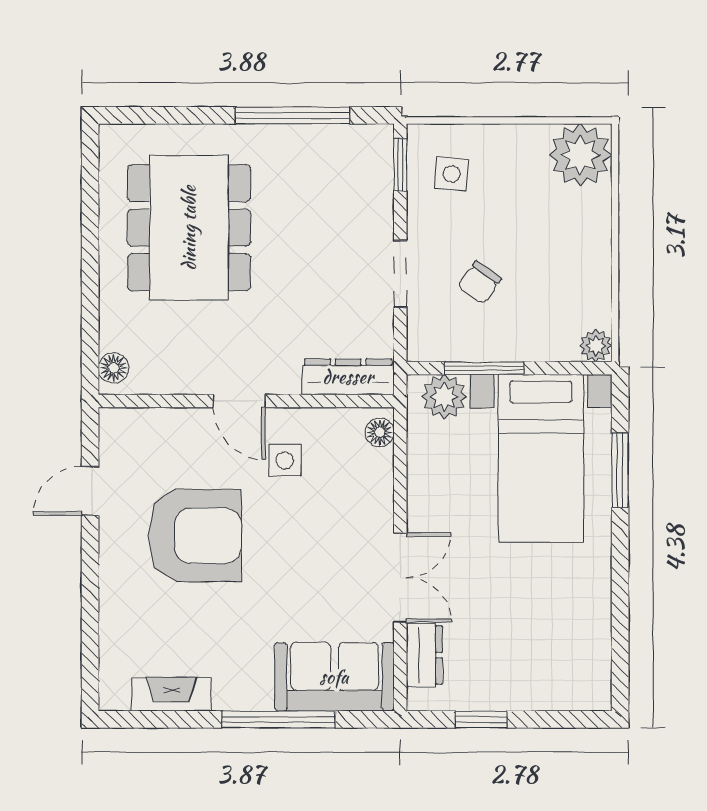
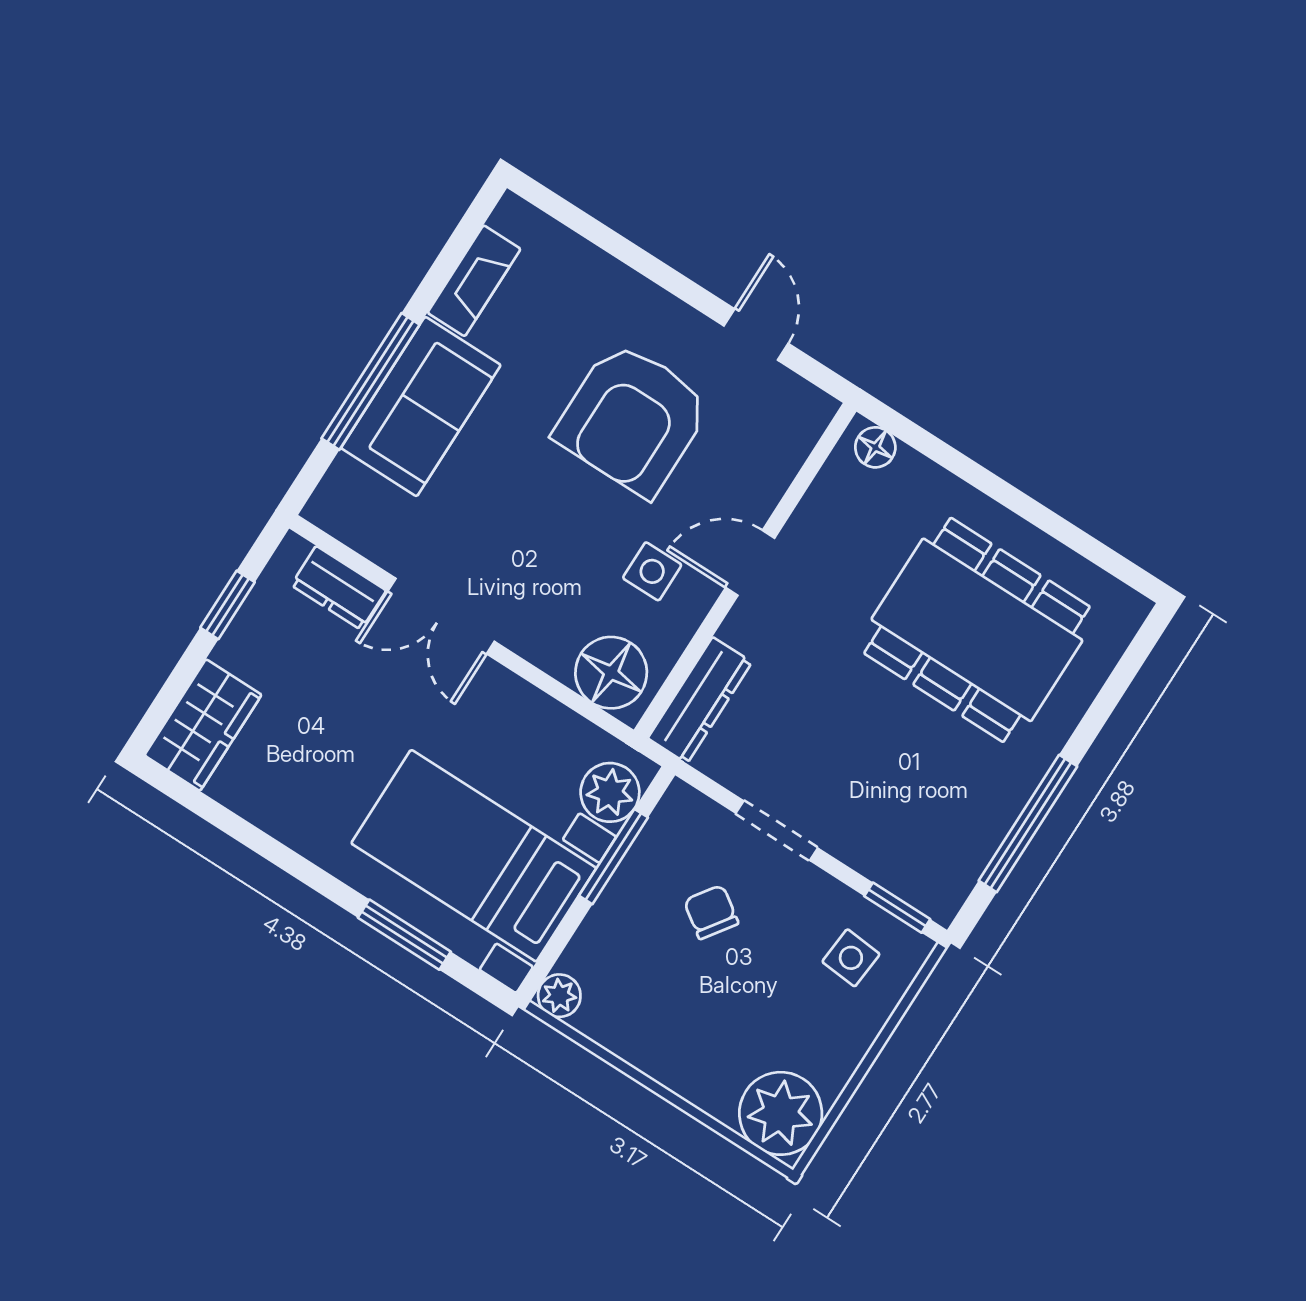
floor lamp: (380, 432) -> (611, 673), width x1.89, depth x1.89
sofa: (334, 677) -> (421, 407), moved
wardrobe: (568, 686) -> (203, 725), added

